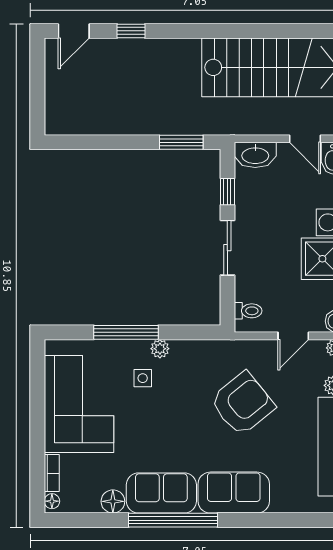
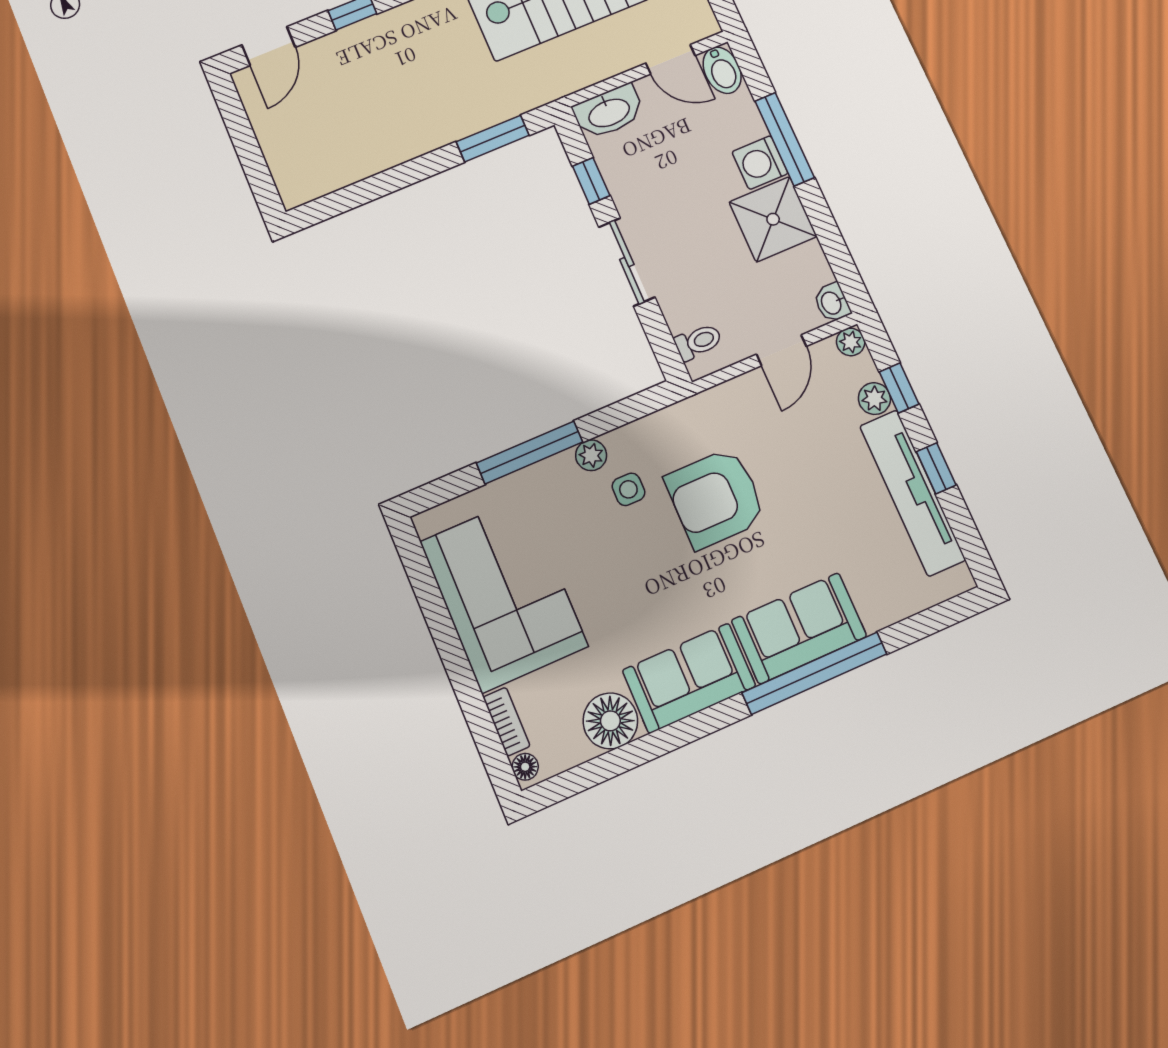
side table: (143, 378) -> (628, 489), moved
armchair: (242, 404) -> (716, 498), moved, turned -141
floor lamp: (113, 501) -> (610, 721), width x1.38, depth x1.38
window: (173, 520) -> (814, 673), moved

